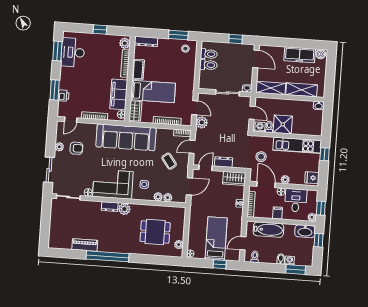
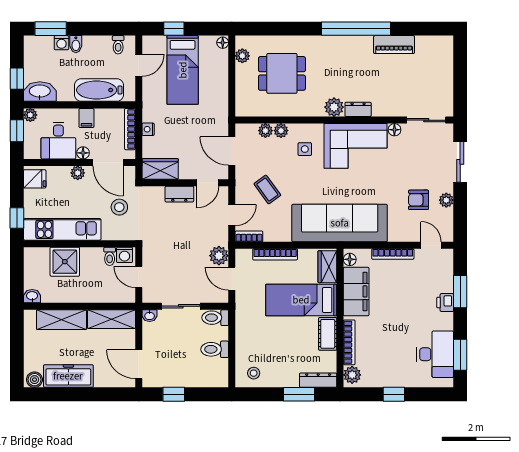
window: (178, 35) -> (299, 394), moved
toilet: (209, 54) -> (215, 318), moved
printer: (64, 96) -> (445, 303), moved
door: (71, 120) -> (431, 245), hinge flipped
shower: (283, 124) -> (65, 262), moved
door: (189, 186) -> (232, 151), hinge flipped

